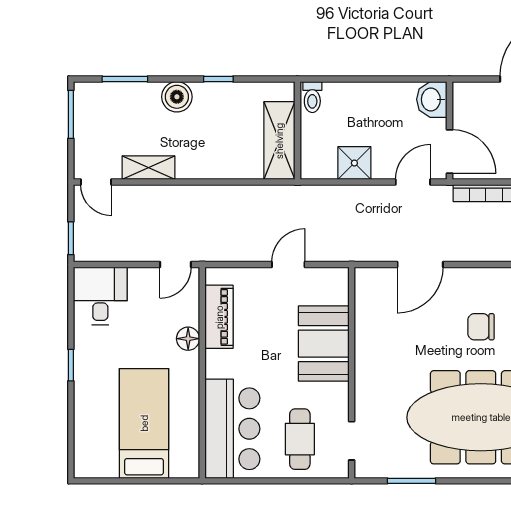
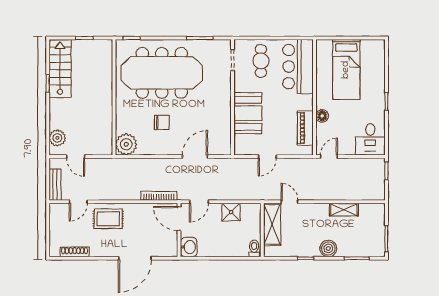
door: (96, 182) -> (290, 202), moved

